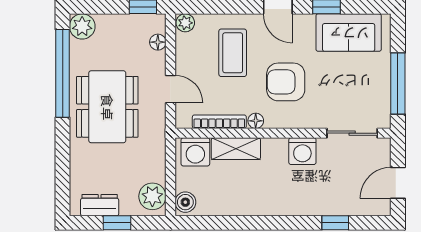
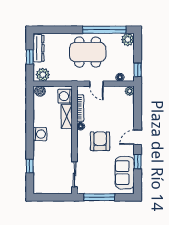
coffee table: (233, 53) -> (115, 115), removed
door: (170, 89) -> (96, 84), hinge flipped
washing machine: (302, 151) -> (40, 134), moved, turned 180
door: (398, 183) -> (50, 197), removed
dresser: (100, 205) -> (39, 48), width x1.44

